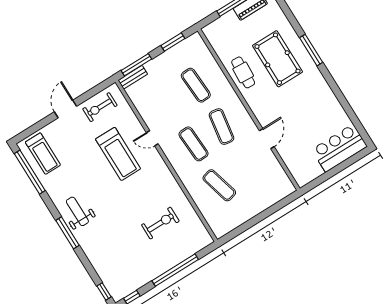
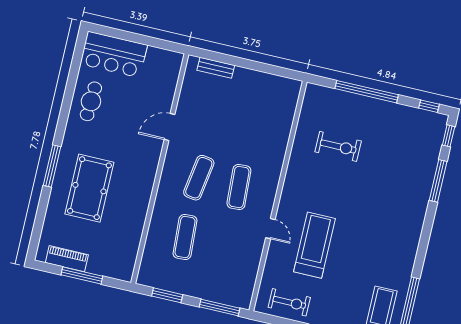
cafe table: (243, 72) -> (91, 101), moved
bench: (133, 77) -> (216, 68), moved
exercise mat: (219, 185) -> (253, 128), removed
weight bench: (77, 211) -> (401, 230), removed
exercise bike: (160, 223) -> (338, 146), turned 180
window: (68, 233) -> (438, 181), moved

